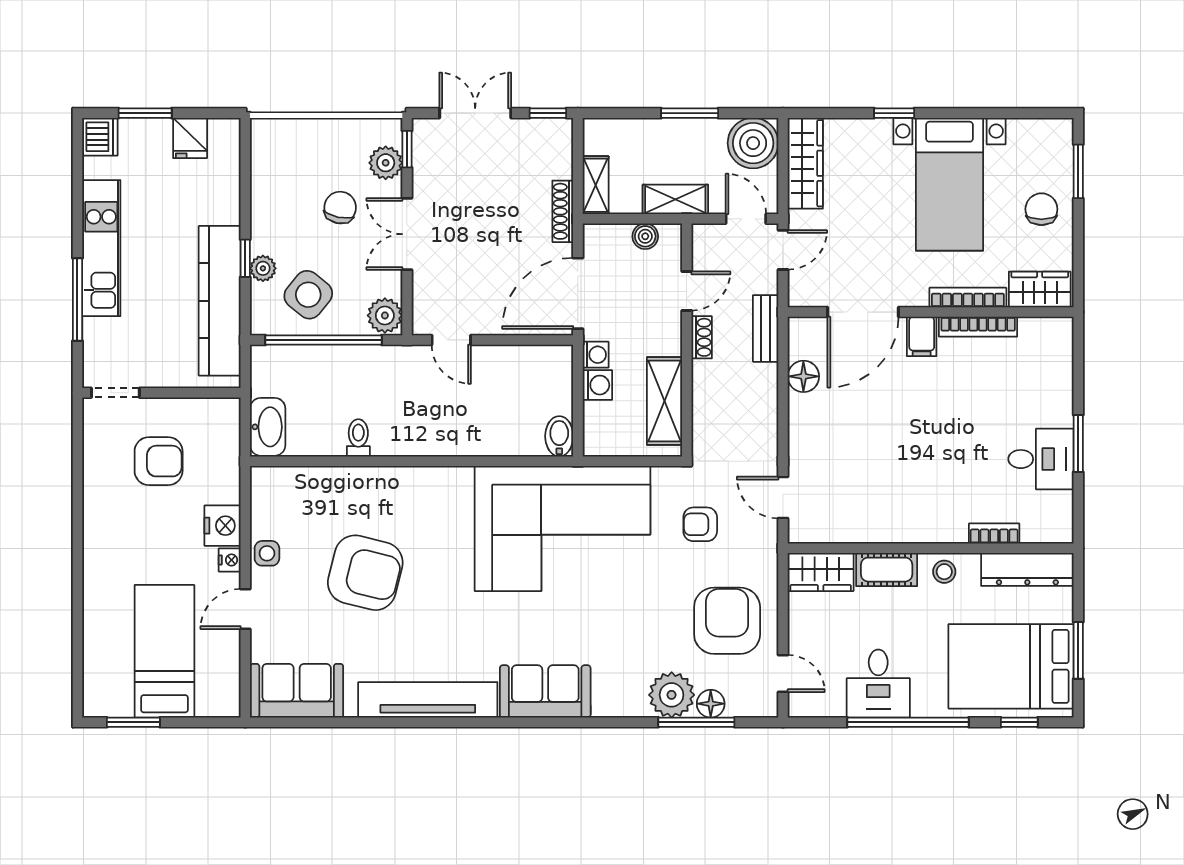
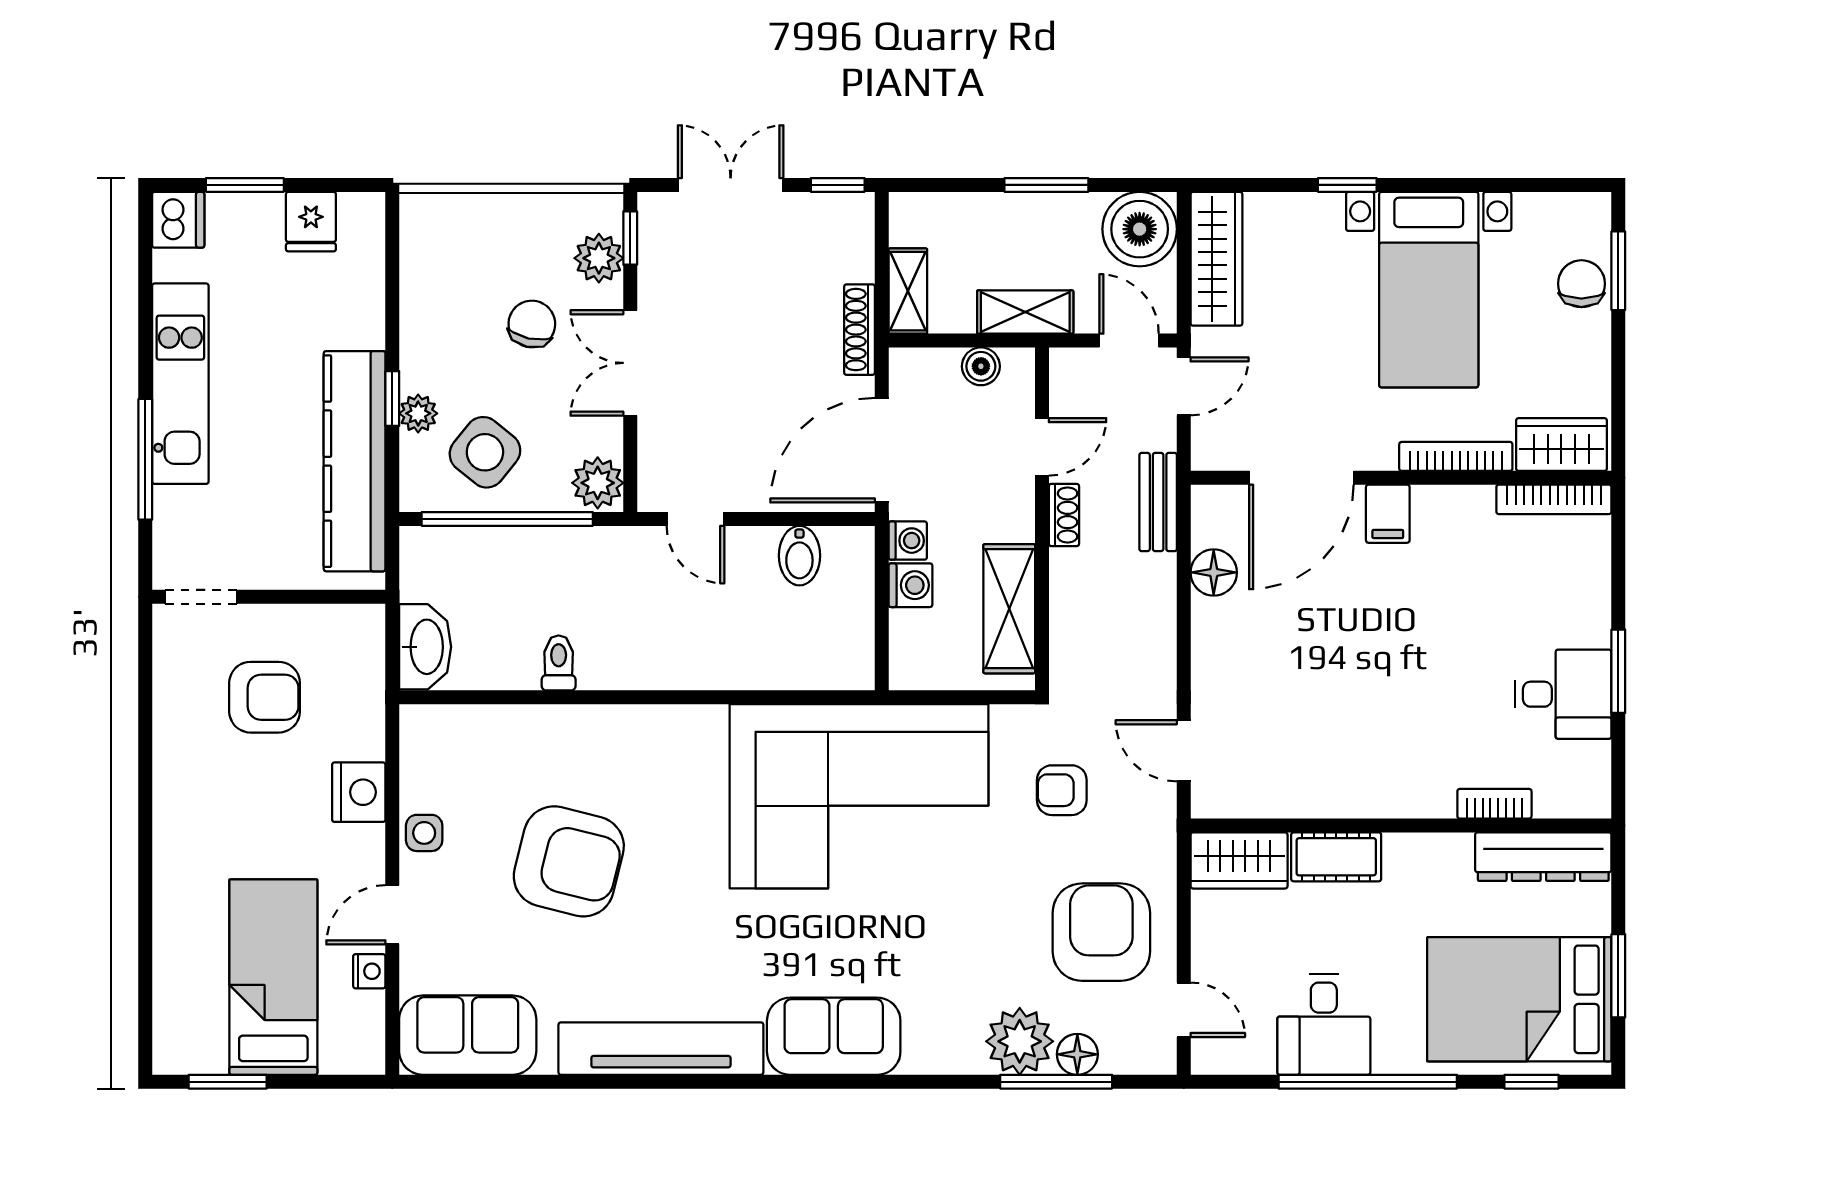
chair: (1041, 209) -> (1581, 284), moved
bookcase: (978, 327) -> (1554, 499), moved
bidet: (559, 436) -> (799, 556), moved, turned 180
nightstand: (230, 560) -> (369, 971), moved
stool: (944, 572) -> (1421, 860), removed

